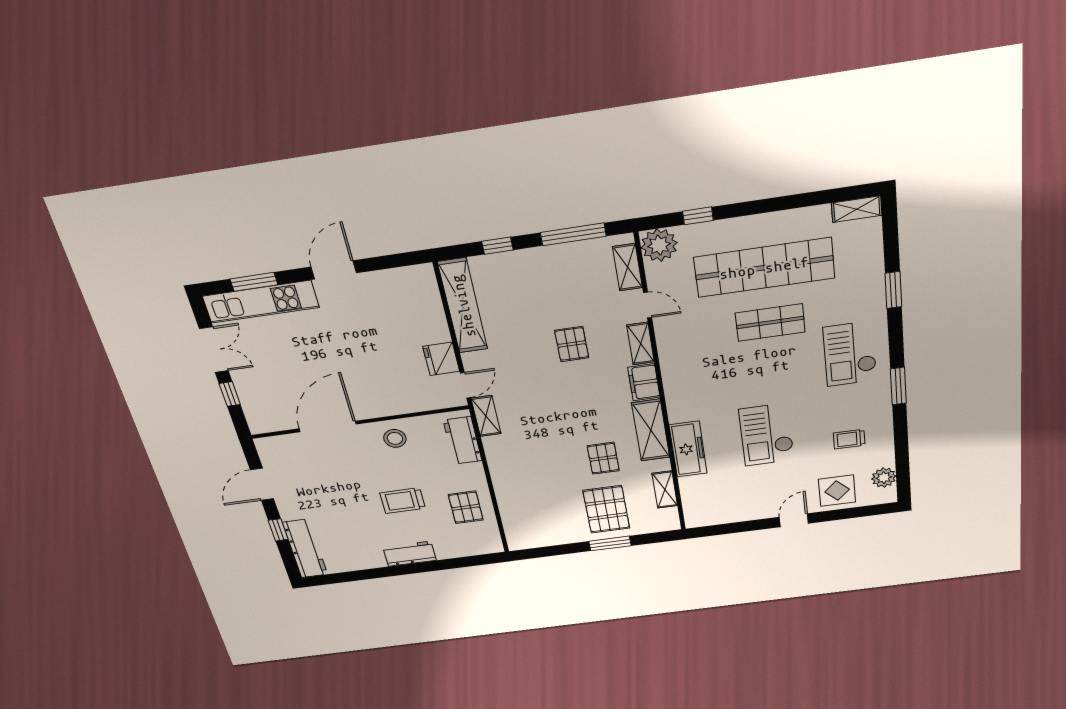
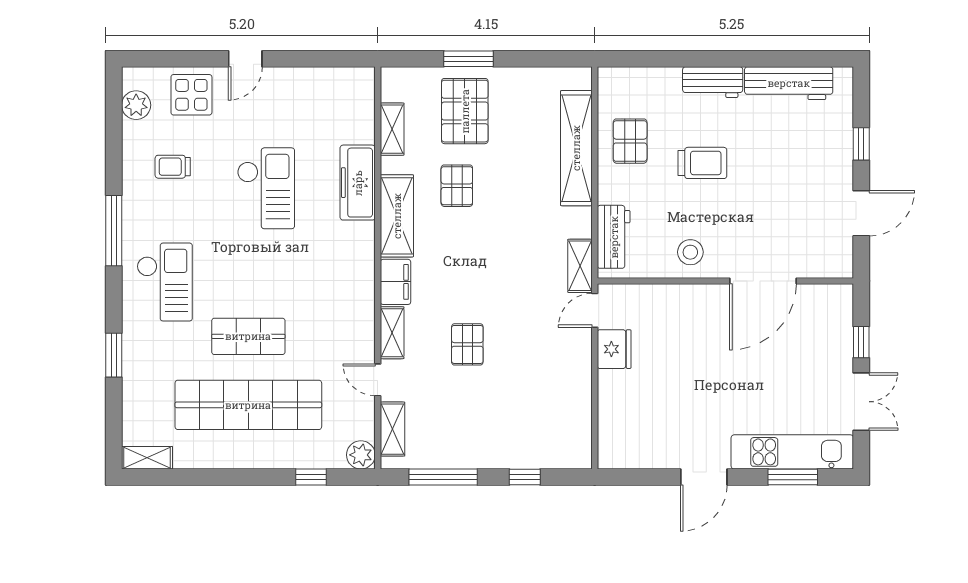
plant: (659, 245) -> (361, 455), width x0.73, depth x0.73
shelving: (463, 306) -> (576, 148), moved
double door: (214, 350) -> (861, 402), swing flipped
window: (898, 386) -> (114, 231), width x1.44
trolley: (849, 439) -> (173, 167), turned 180
workbench: (305, 548) -> (789, 83), moved, turned -90

